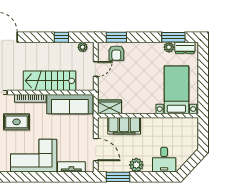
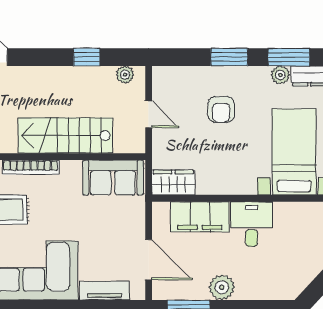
window: (116, 37) -> (229, 57), moved
armchair: (116, 53) -> (221, 109), moved
door: (96, 69) -> (149, 114), hinge flipped
sofa: (70, 104) -> (113, 178), width x0.73
desk: (164, 160) -> (252, 224), moved, turned 180

